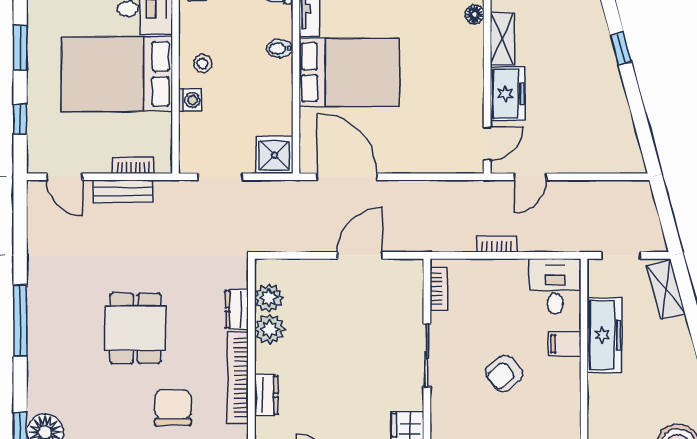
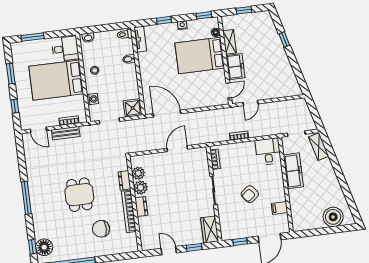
bed: (349, 72) -> (200, 55), moved, turned 180
washing machine: (190, 100) -> (93, 99), moved
filing cabinet: (564, 344) -> (279, 208), moved
dresser: (266, 395) -> (141, 206), moved
chair: (173, 408) -> (101, 229), turned -90

